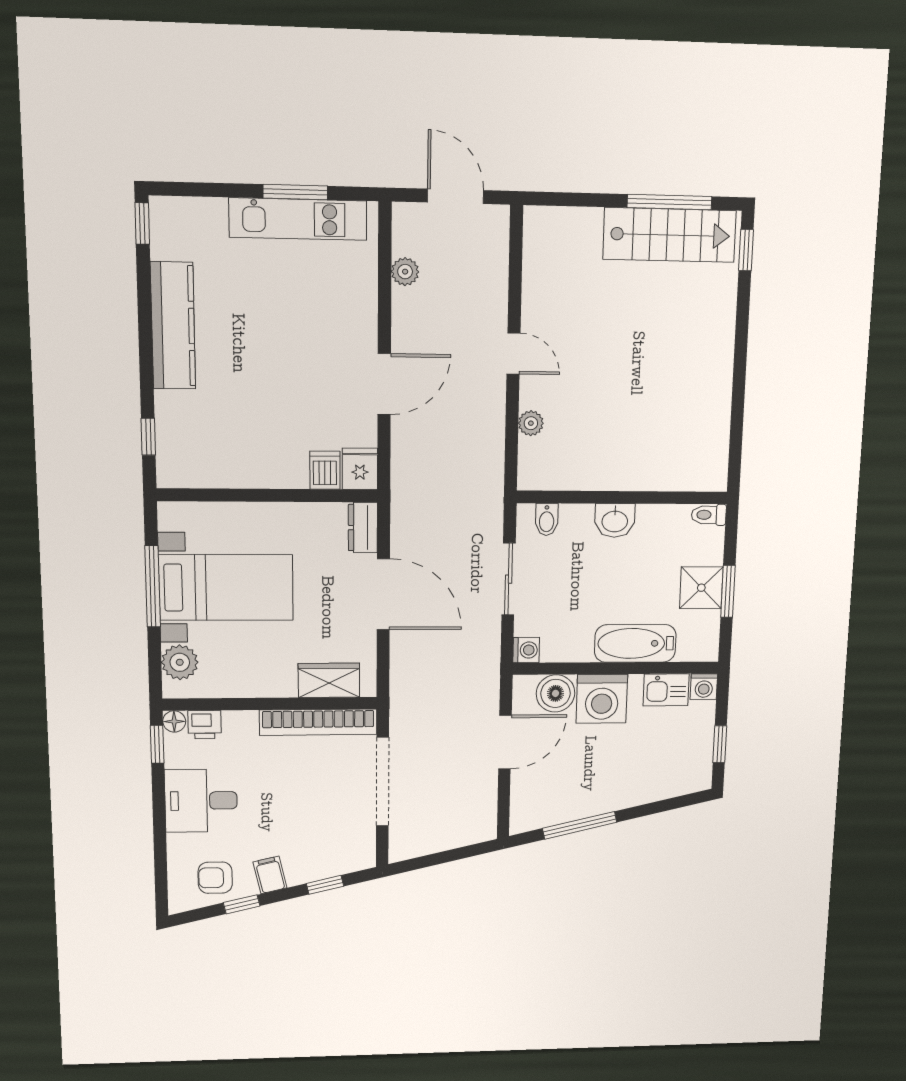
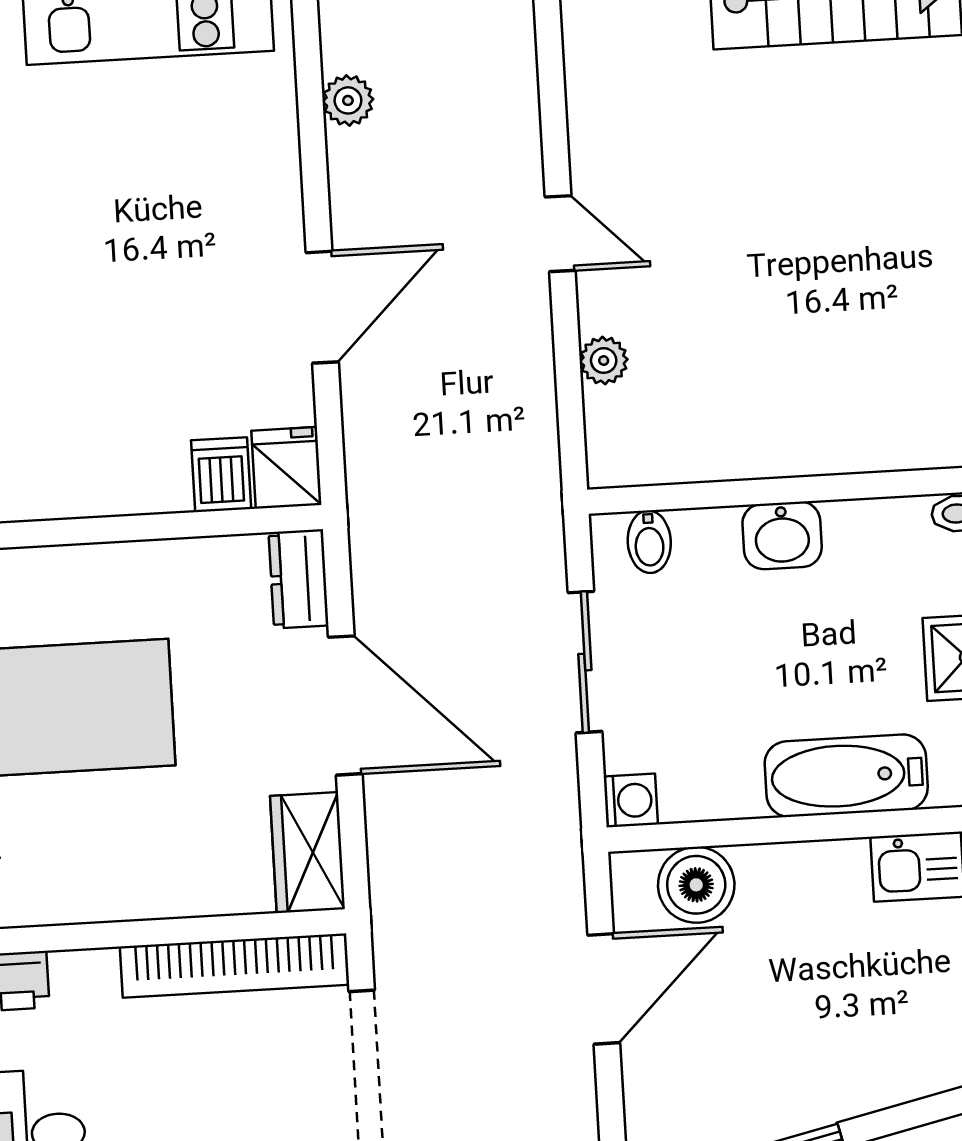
wardrobe: (329, 680) -> (307, 853), moved, turned -90
washing machine: (602, 699) -> (790, 891), removed

